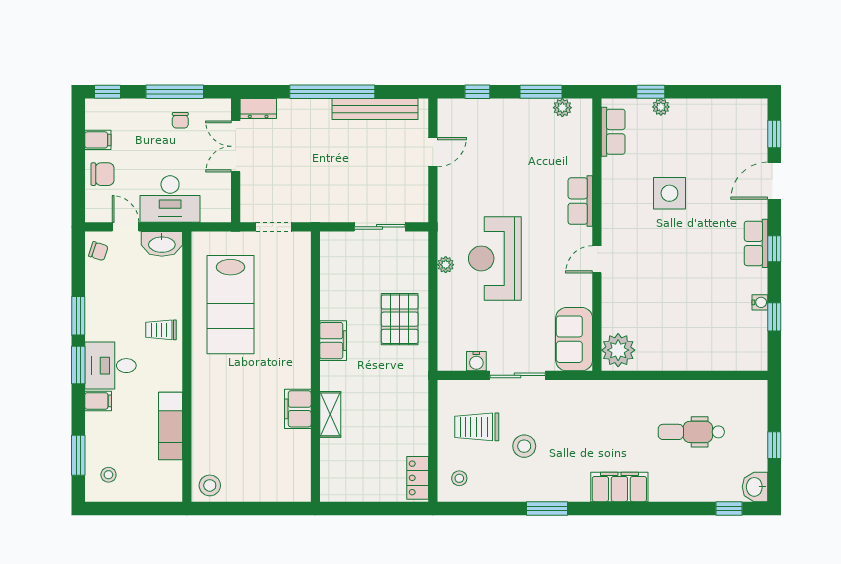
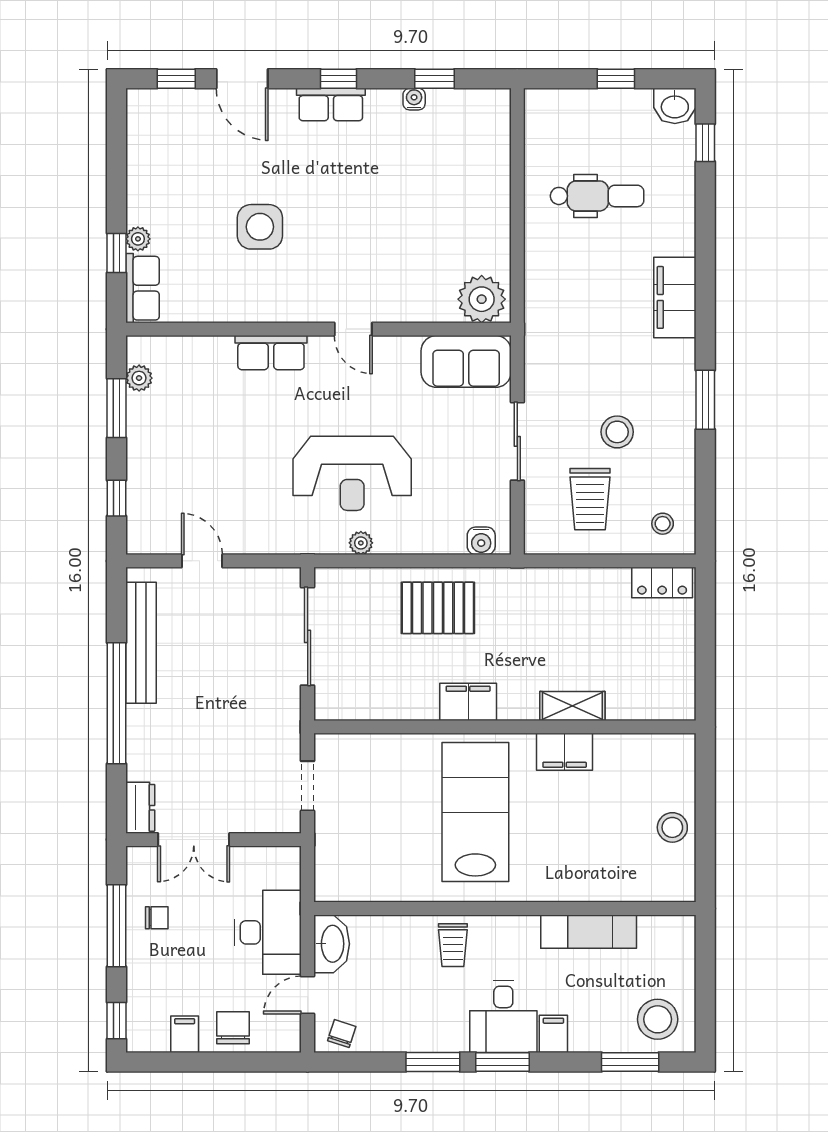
row of seats: (613, 132) -> (143, 288), moved, turned 90
sliding door: (380, 227) -> (308, 636), width x1.37
lab bench: (231, 305) -> (475, 812), moved, turned -90
water cooler: (476, 361) -> (481, 541), moved, turned 90
dental chair: (691, 432) -> (597, 196), turned -90
stool: (108, 475) -> (658, 1019), width x1.89, depth x1.89
stool: (210, 485) -> (672, 827), moved

